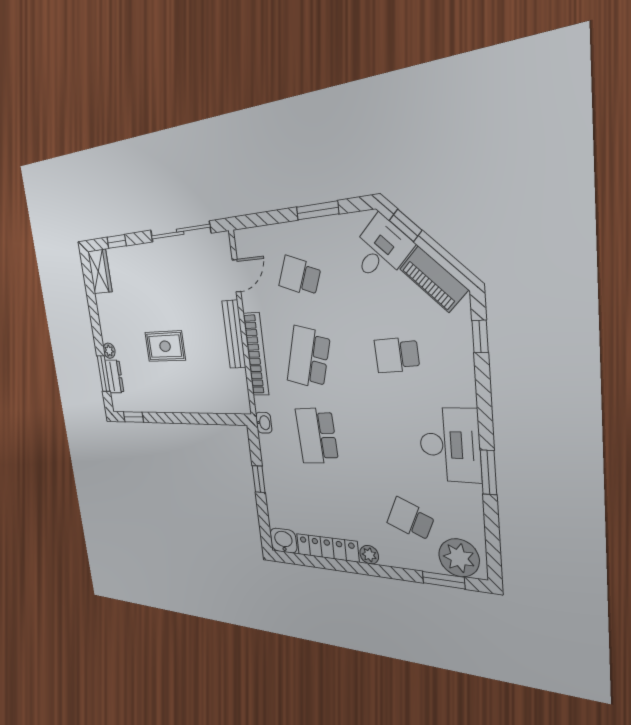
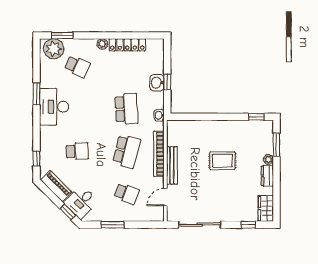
dresser: (114, 376) -> (267, 176), moved
washbasin: (284, 541) -> (157, 83), moved, turned 90

